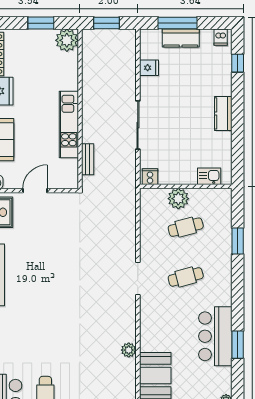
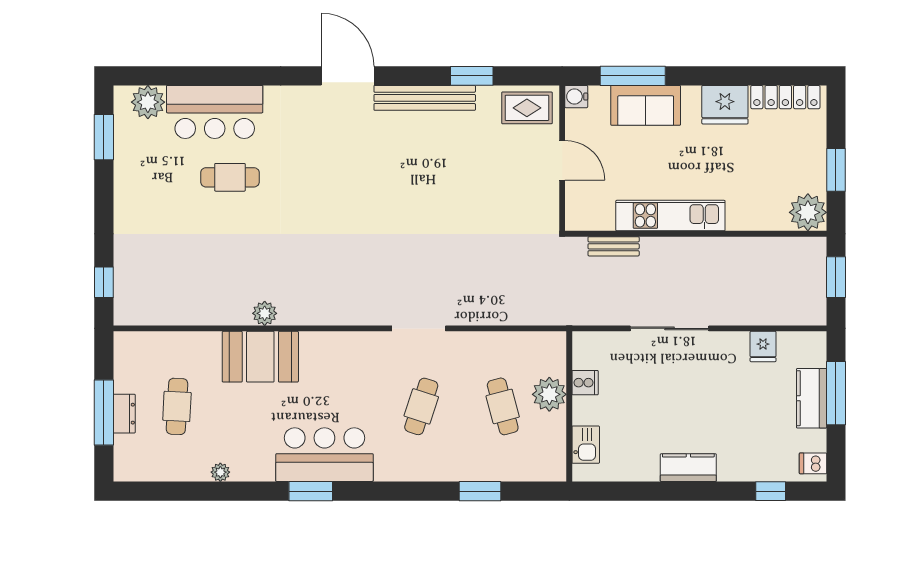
cooker: (150, 177) -> (585, 383), moved
cafe table: (186, 277) -> (421, 406), turned 33
plant: (129, 350) -> (265, 313), moved

